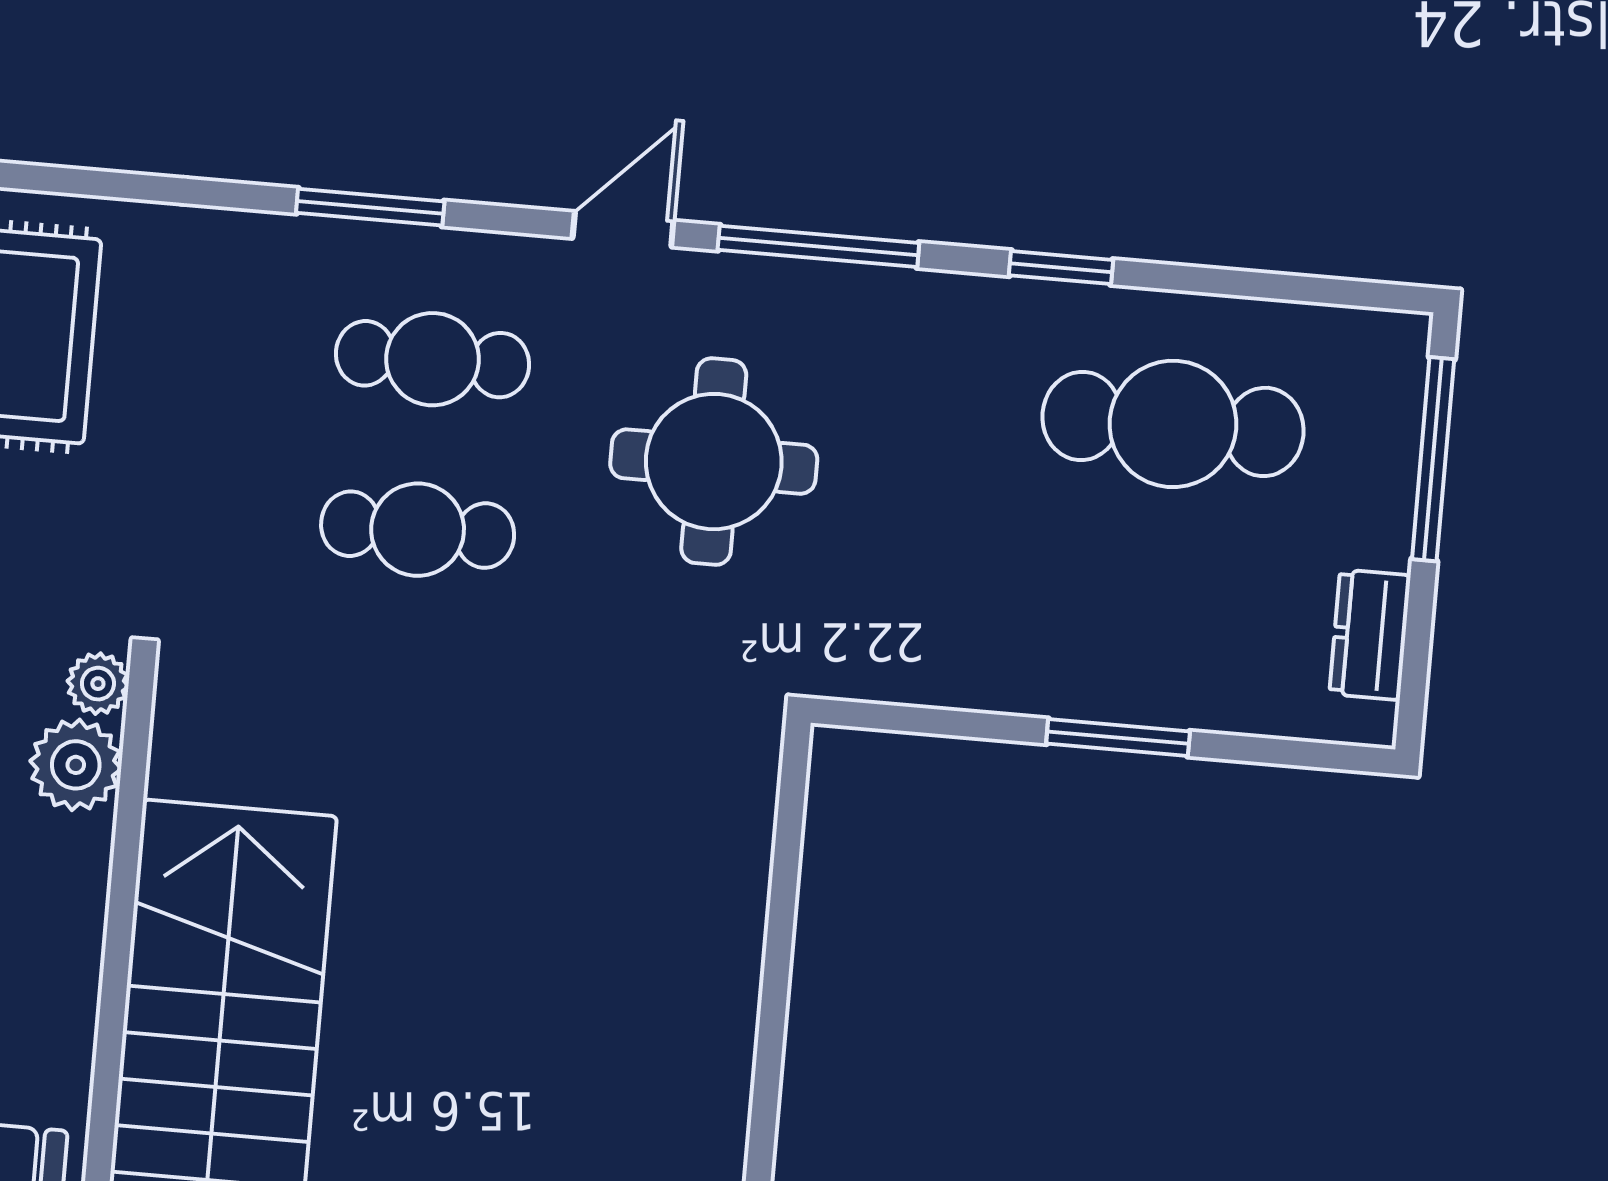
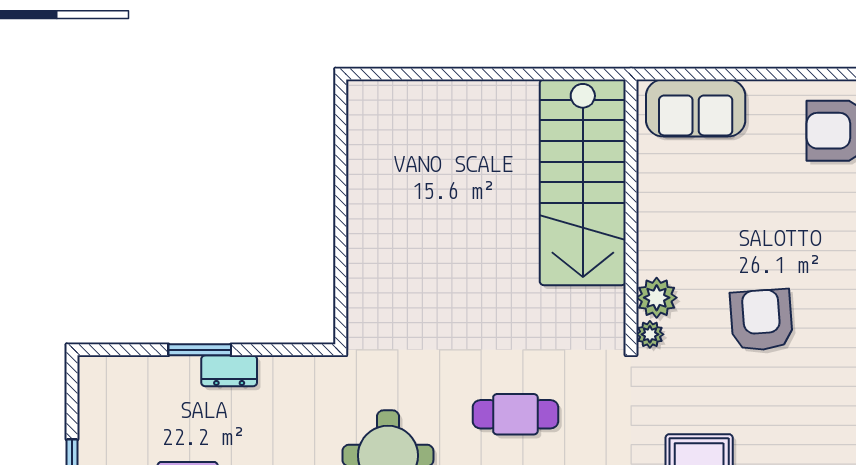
dresser: (1370, 635) -> (229, 371), moved, turned 90

